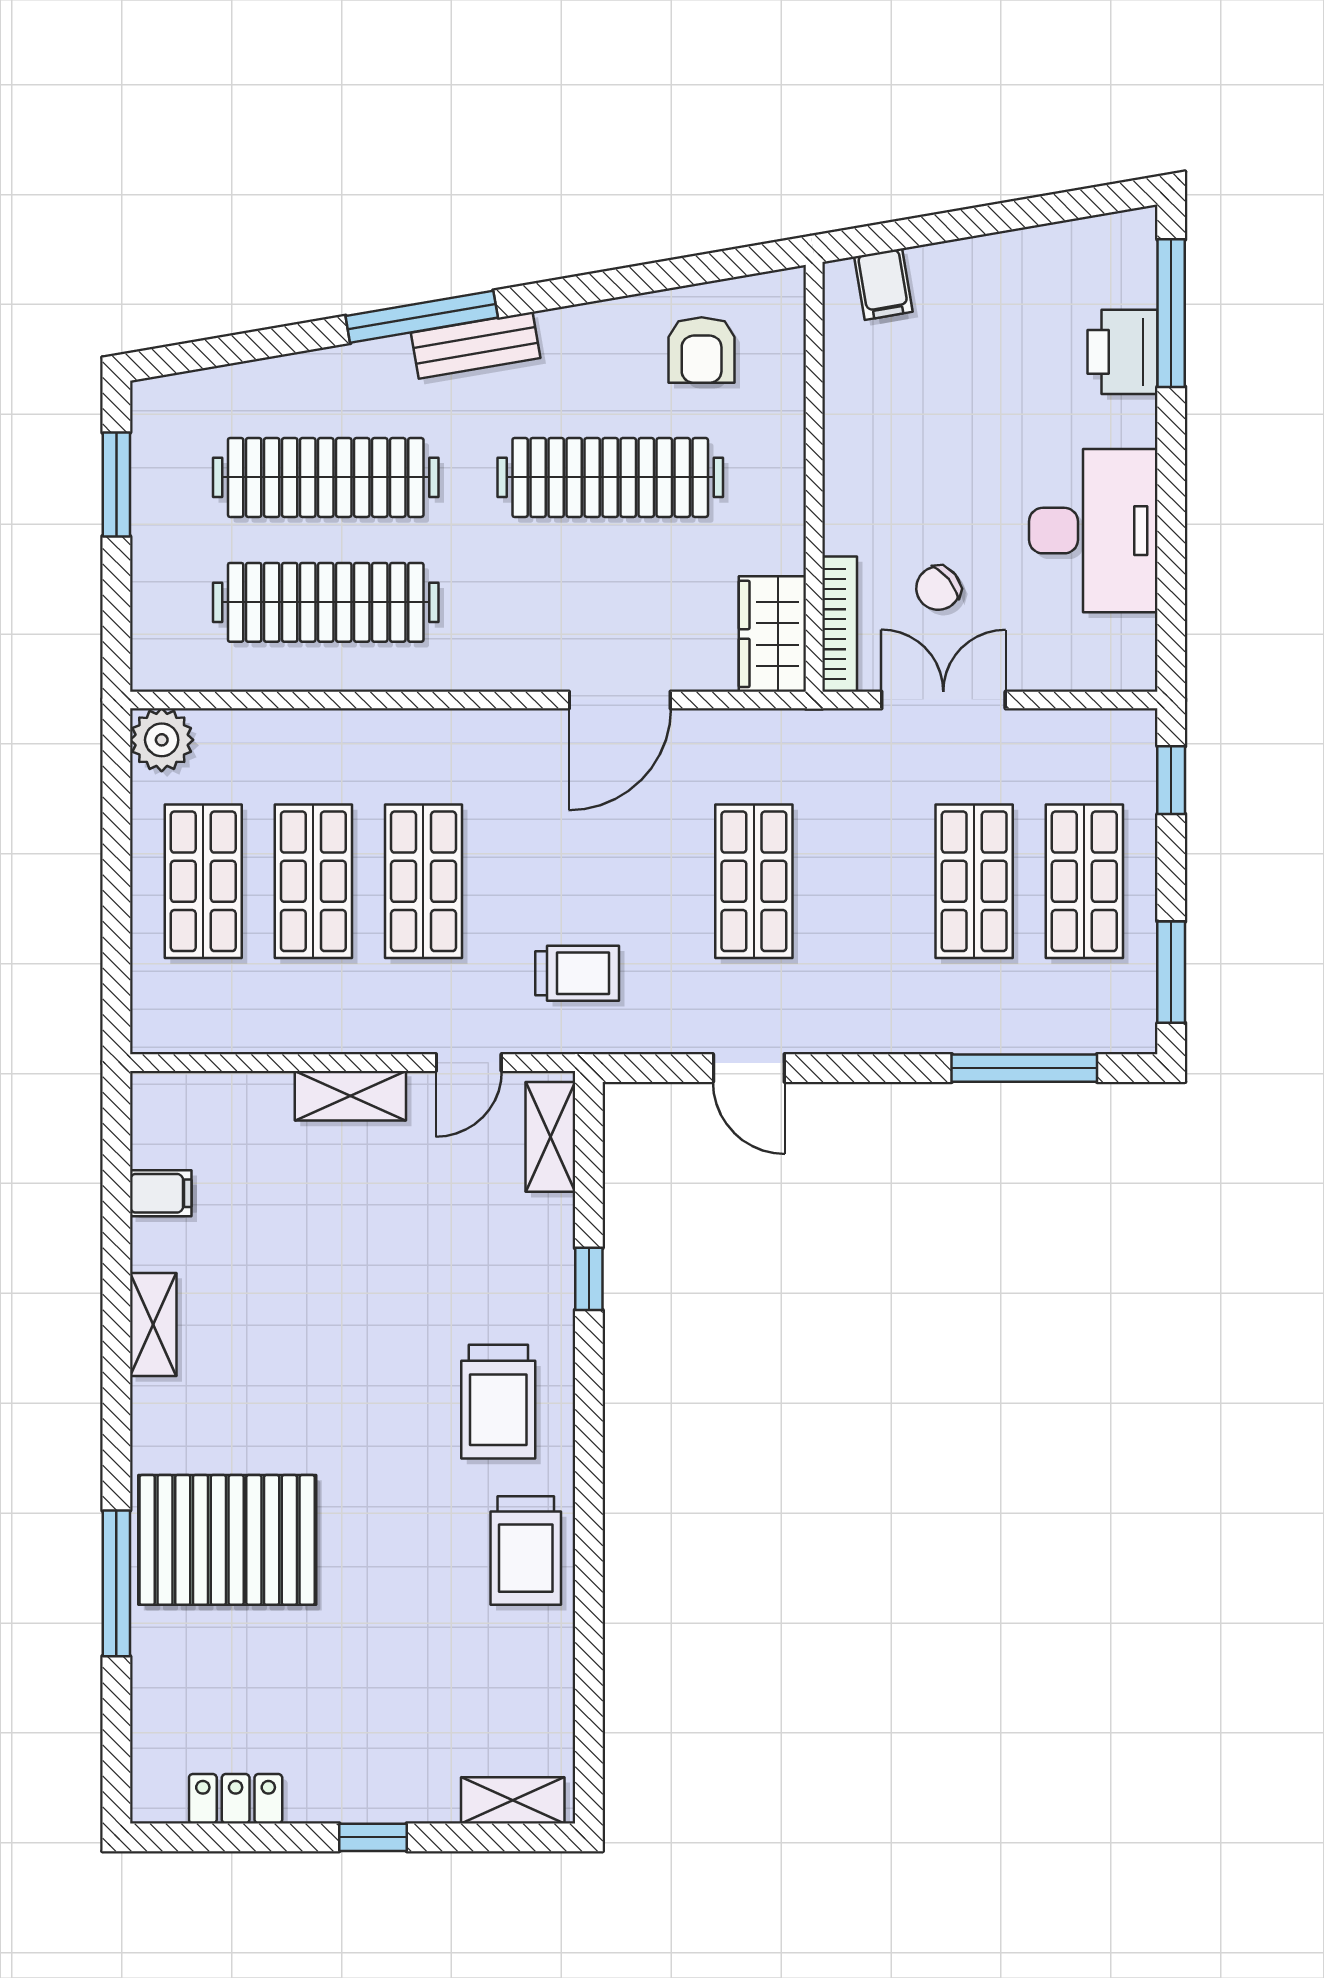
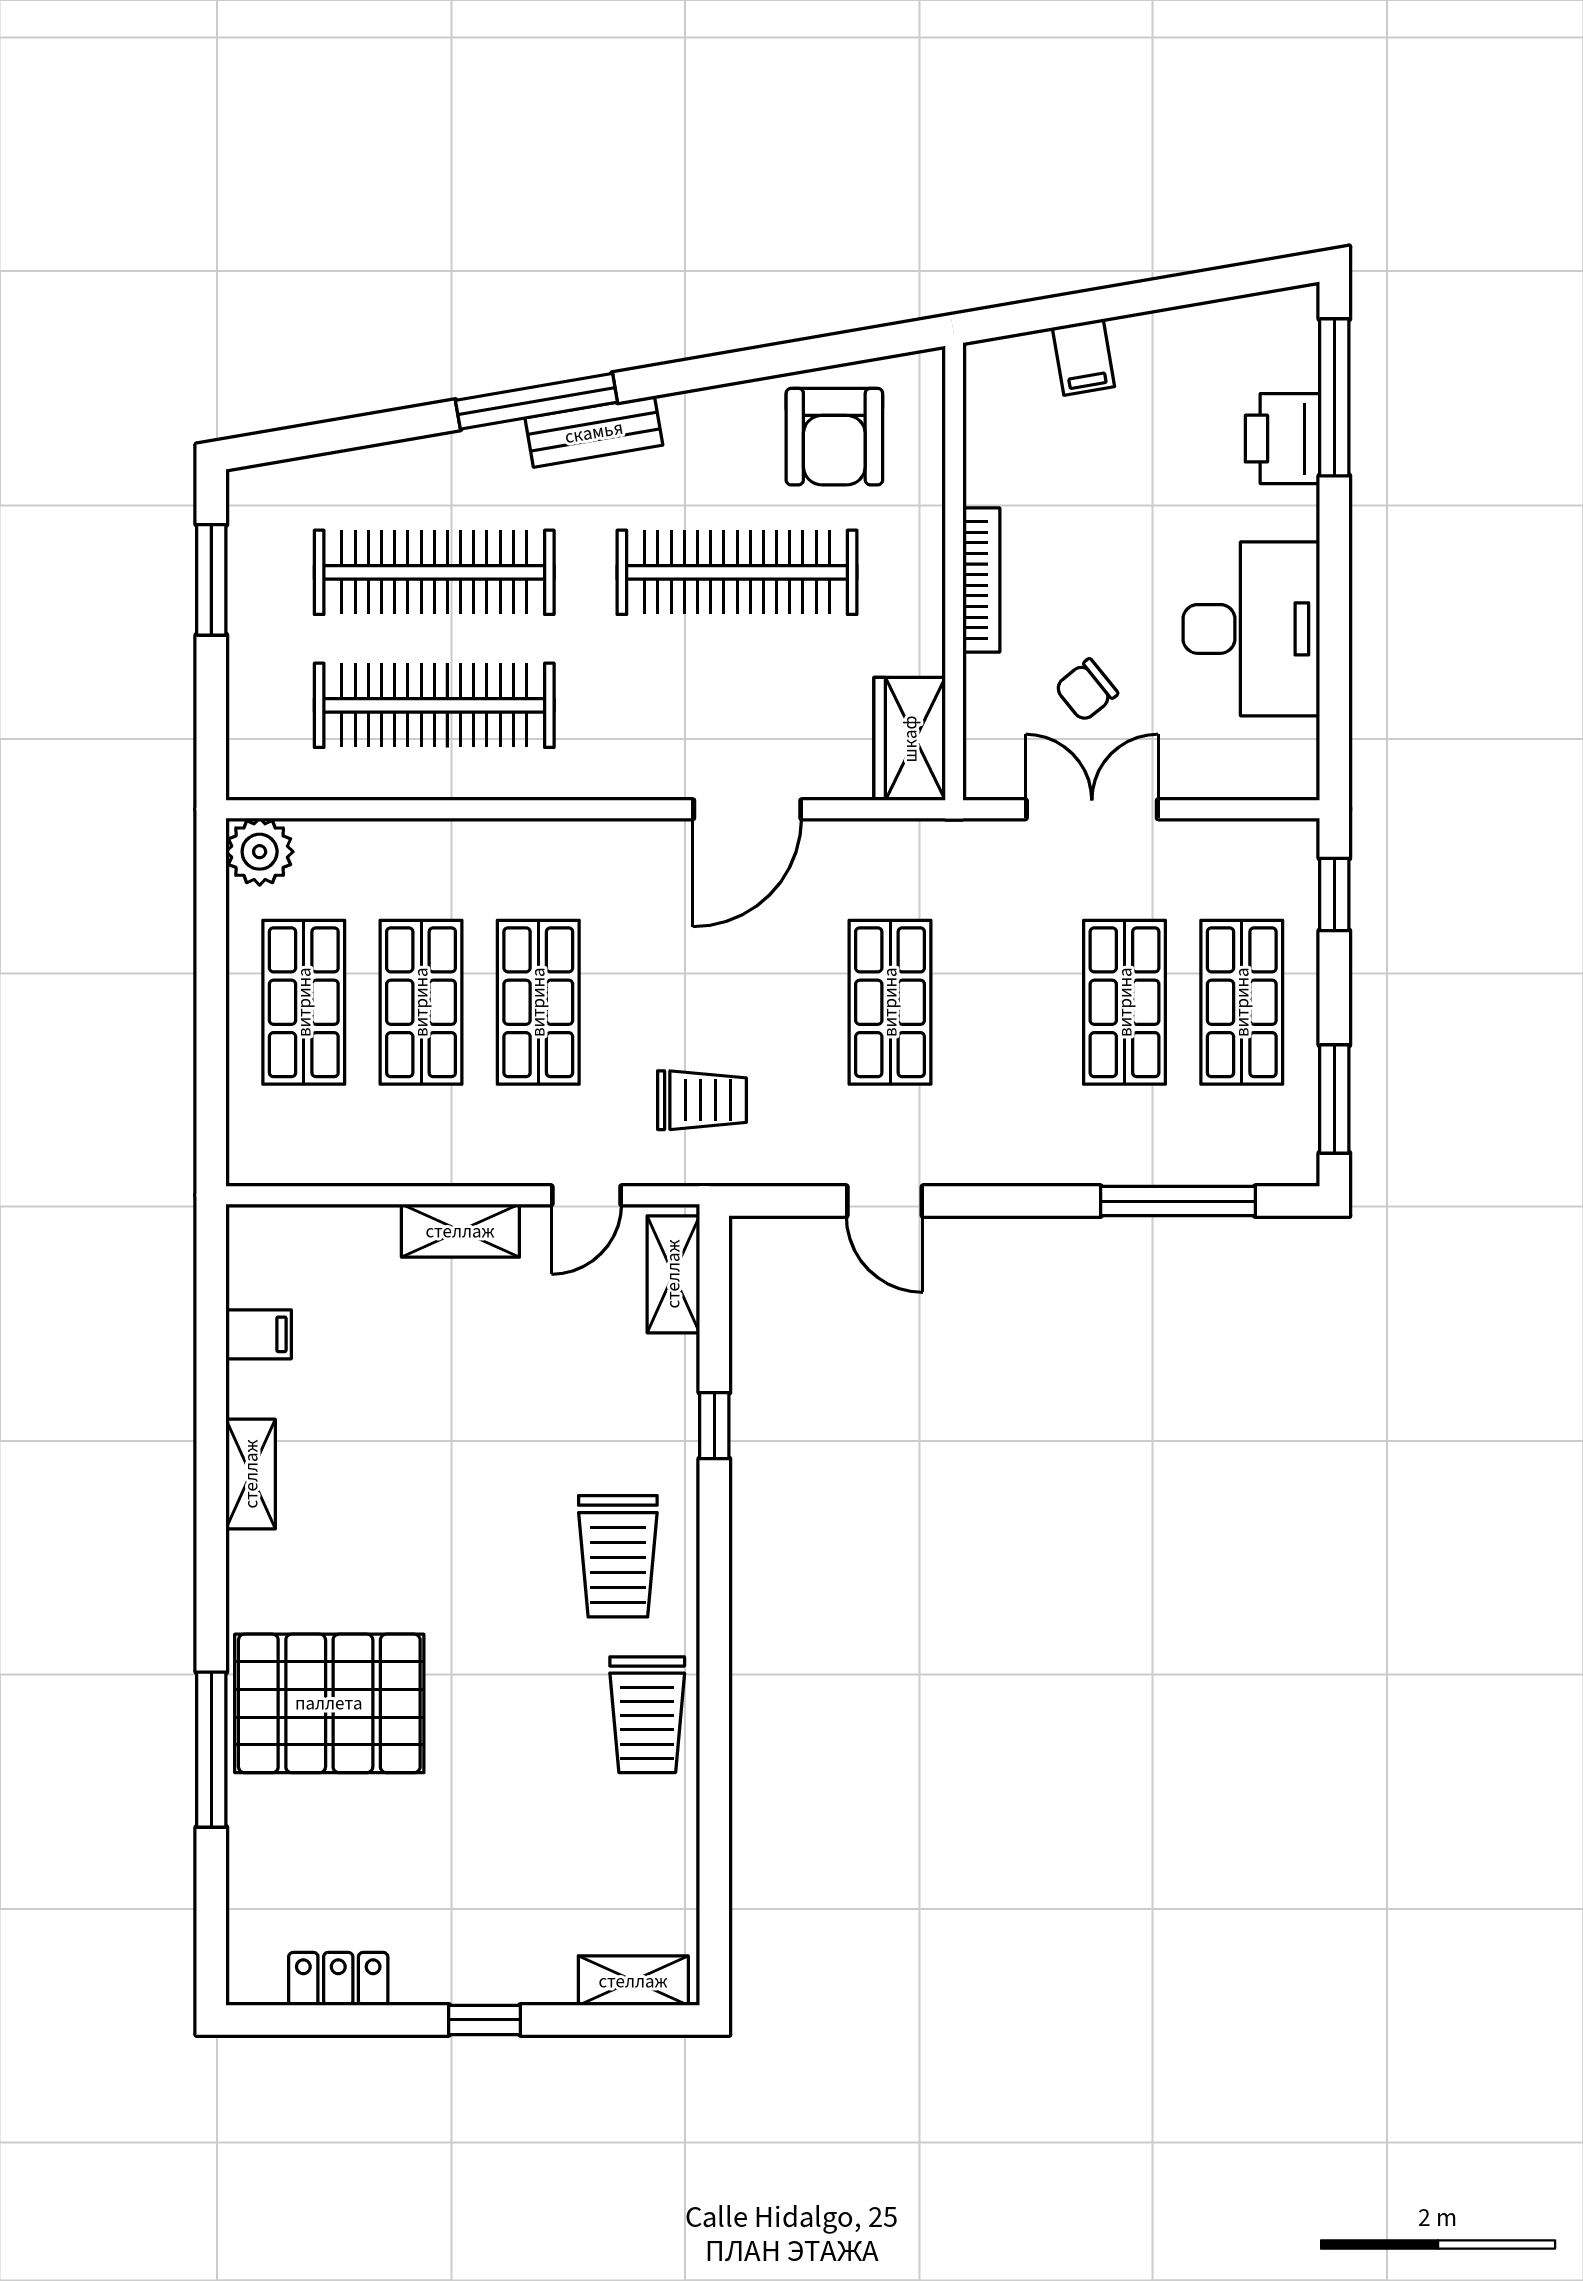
filing cabinet: (883, 284) -> (1083, 357), moved
armchair: (702, 350) -> (834, 437), width x1.38, depth x1.38
bookcase: (840, 624) -> (981, 580), moved

